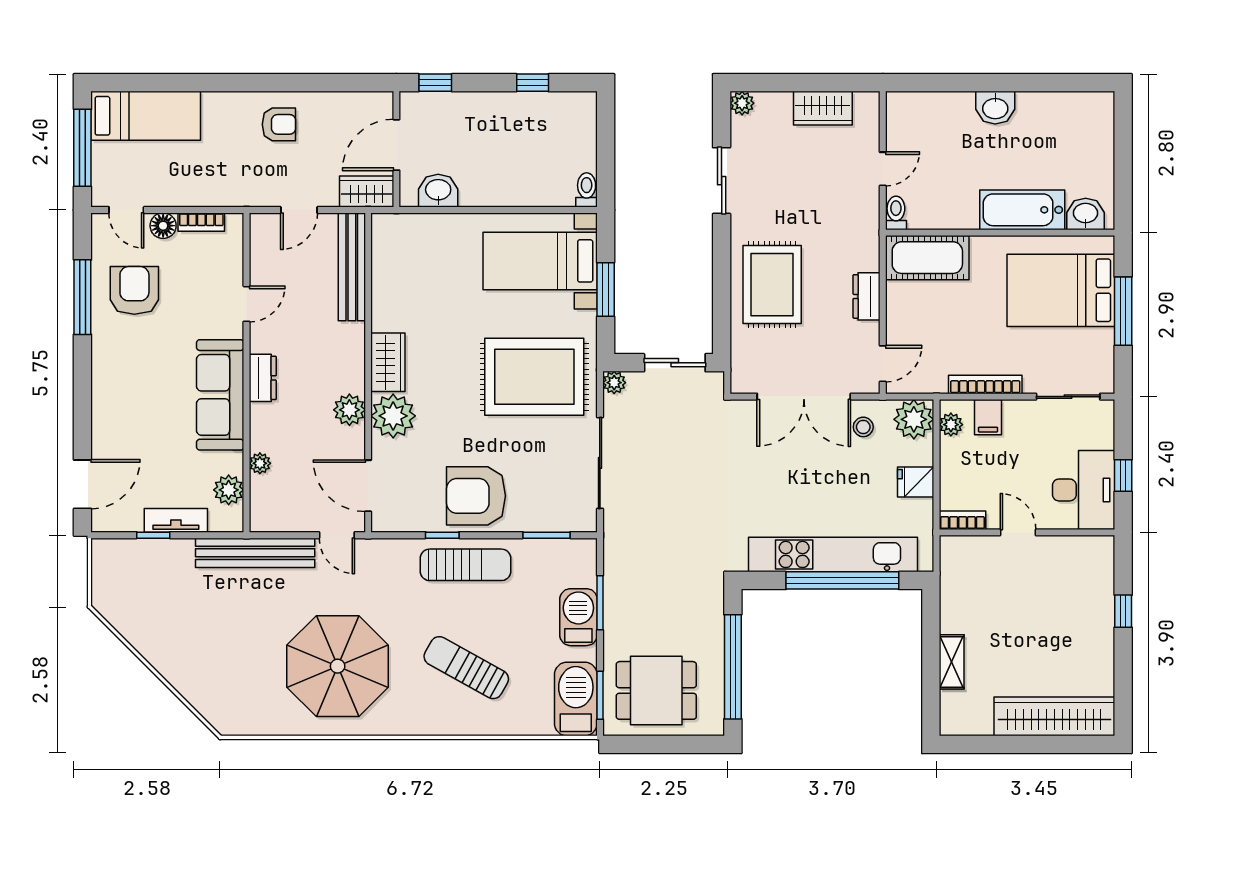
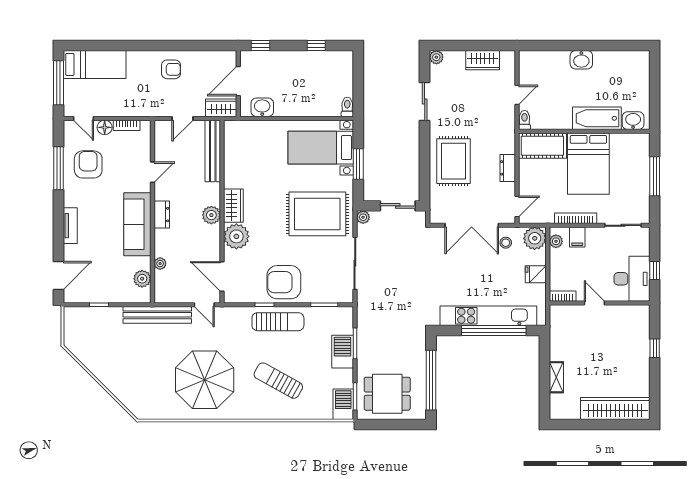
bed: (1061, 290) -> (588, 164), moved, turned -90
plant: (349, 410) -> (211, 215), moved
tv unit: (176, 520) -> (70, 226), moved, turned 90
barbecue: (576, 699) -> (343, 404), width x0.73, depth x0.83

